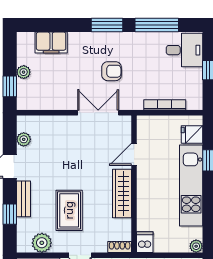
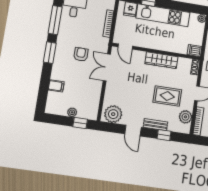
filing cabinet: (51, 43) -> (56, 86), width x0.50
plant: (24, 139) -> (113, 114), width x1.87, depth x1.87
door: (134, 154) -> (125, 47), moved

